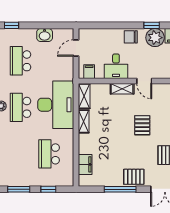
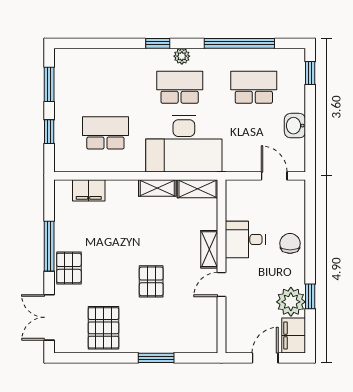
chair: (131, 37) -> (290, 243), moved
filing cabinet: (89, 72) -> (237, 197), removed
pallet: (142, 125) -> (151, 281), turned 90

